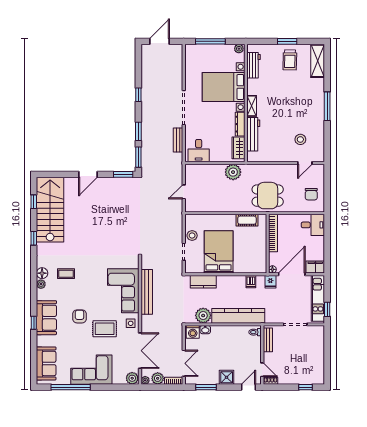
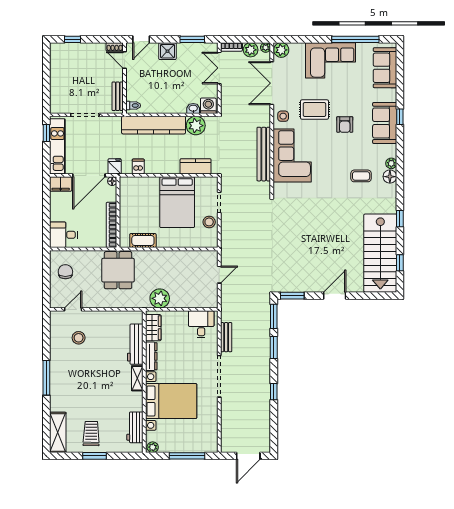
dining table: (268, 196) -> (118, 270), turned 90

